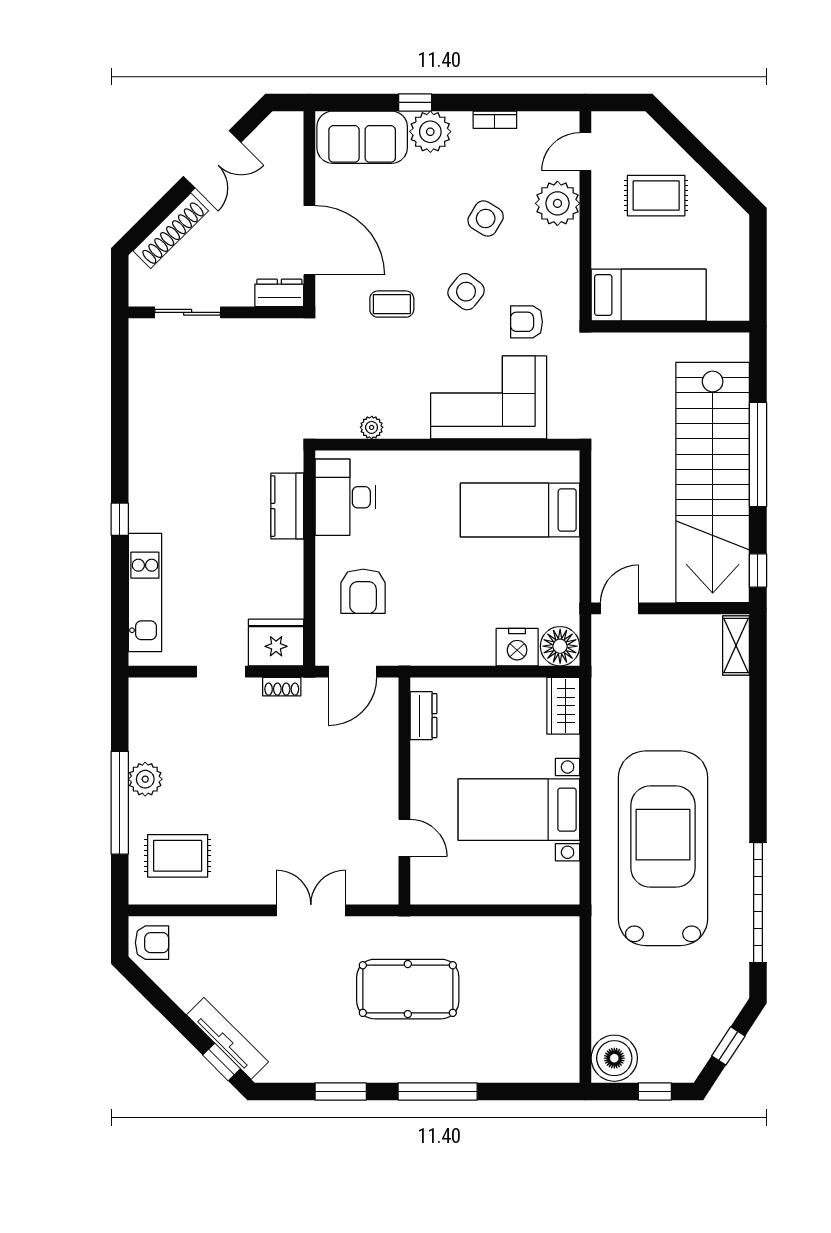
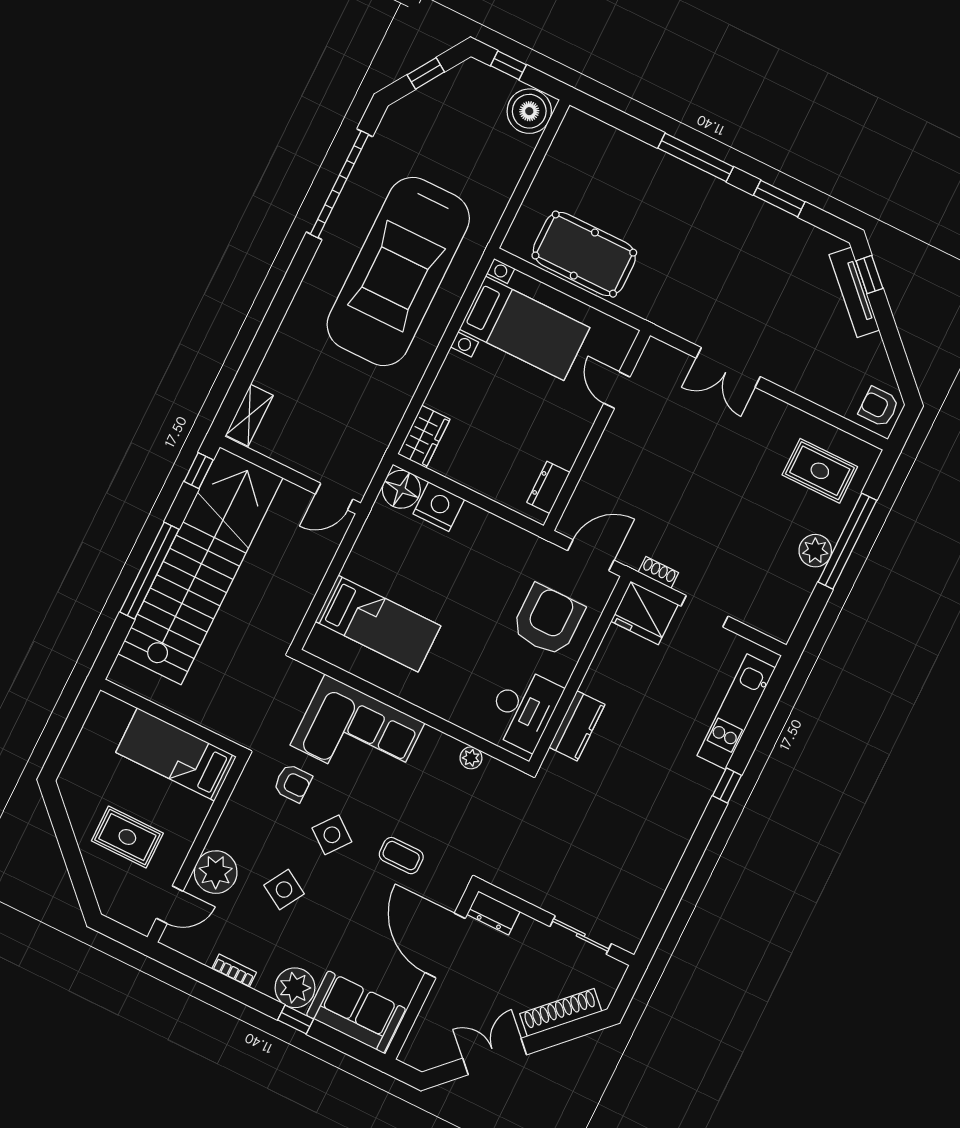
armchair: (363, 591) -> (548, 620), width x1.36, depth x1.36
bed with nightstands: (519, 810) -> (525, 328), moved
pool table: (408, 989) -> (584, 254), moved

